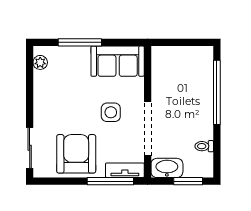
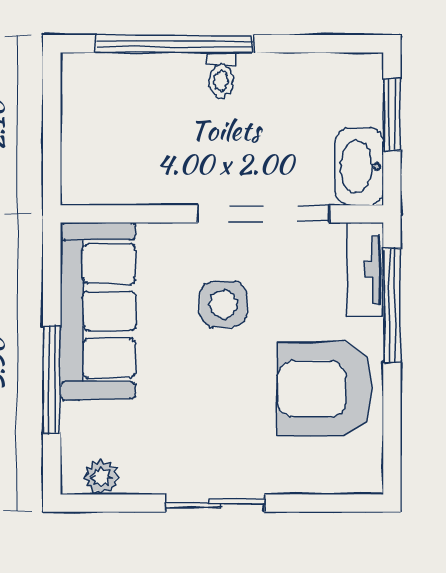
sofa: (118, 61) -> (98, 311), width x1.36
toilet: (204, 146) -> (221, 75), moved
sliding door: (30, 148) -> (215, 503), moved

